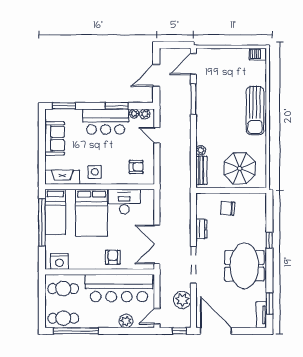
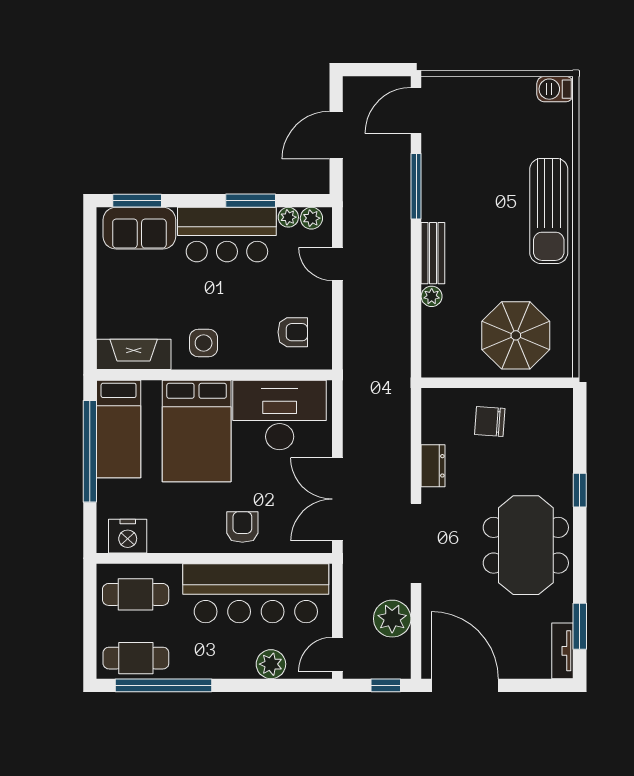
sofa: (55, 138) -> (139, 228), moved, turned 90
bench: (201, 170) -> (433, 253), moved
desk: (124, 202) -> (280, 415), width x1.36, depth x1.30

